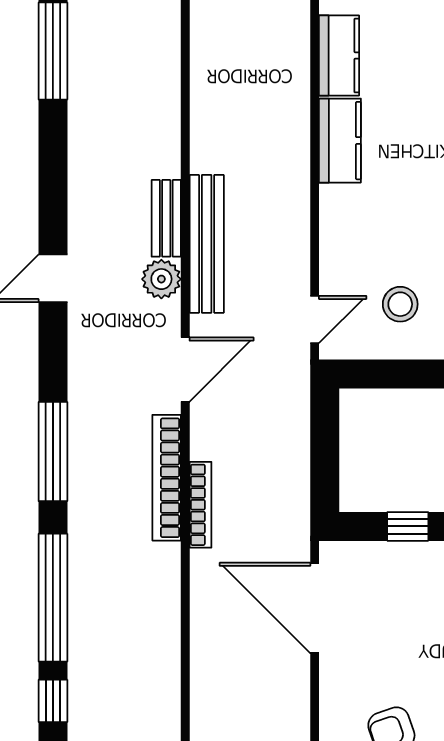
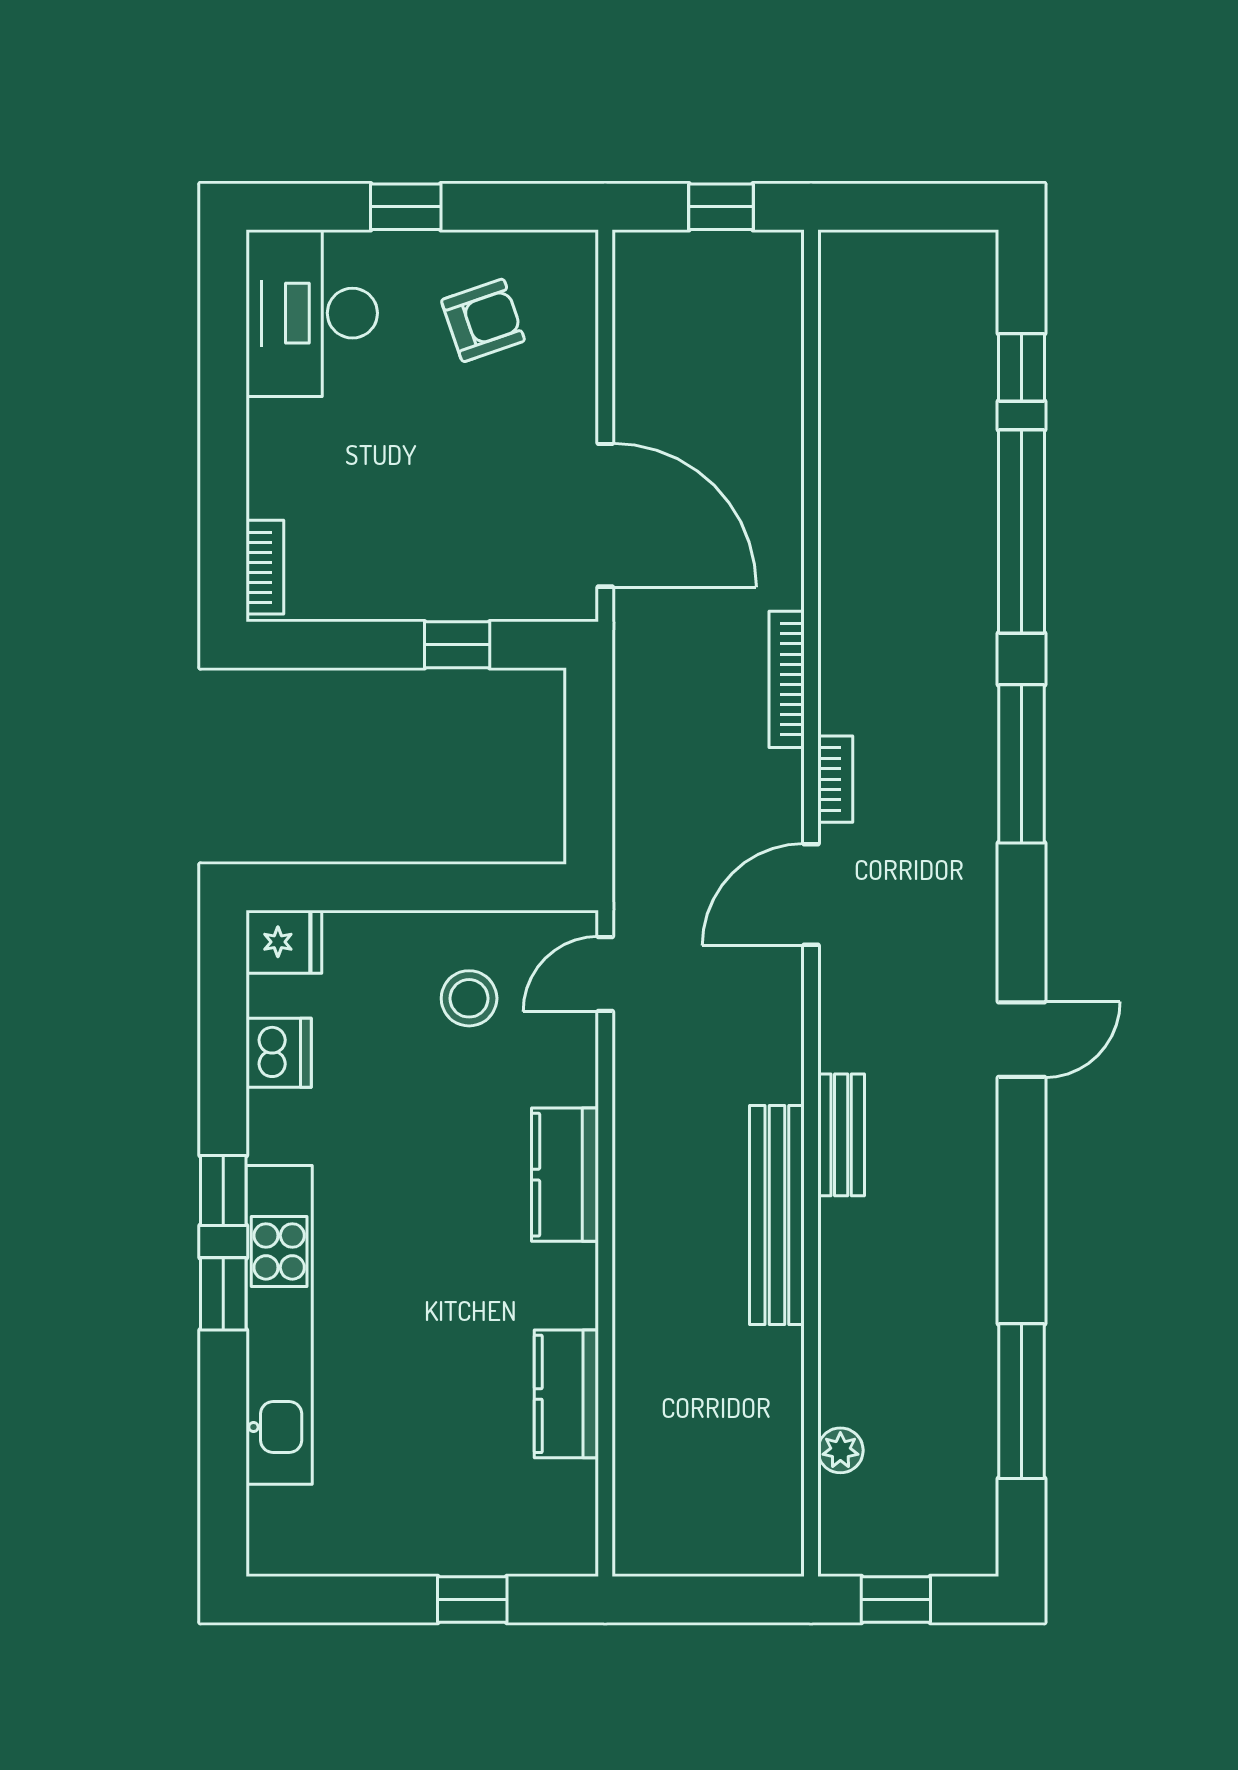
kitchen counter: (340, 141) -> (565, 1175), moved
bench: (207, 244) -> (777, 1215), moved
plant: (161, 279) -> (840, 1450), moved, width x0.73, depth x0.73
bookcase: (167, 478) -> (835, 779), width x0.43, depth x0.76

